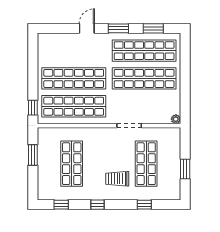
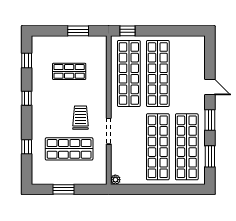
shop shelf: (72, 164) -> (69, 71), width x0.70, depth x0.74
trolley: (117, 179) -> (80, 118), moved

